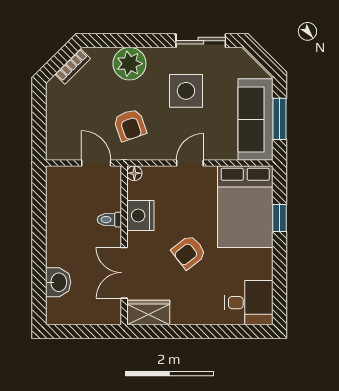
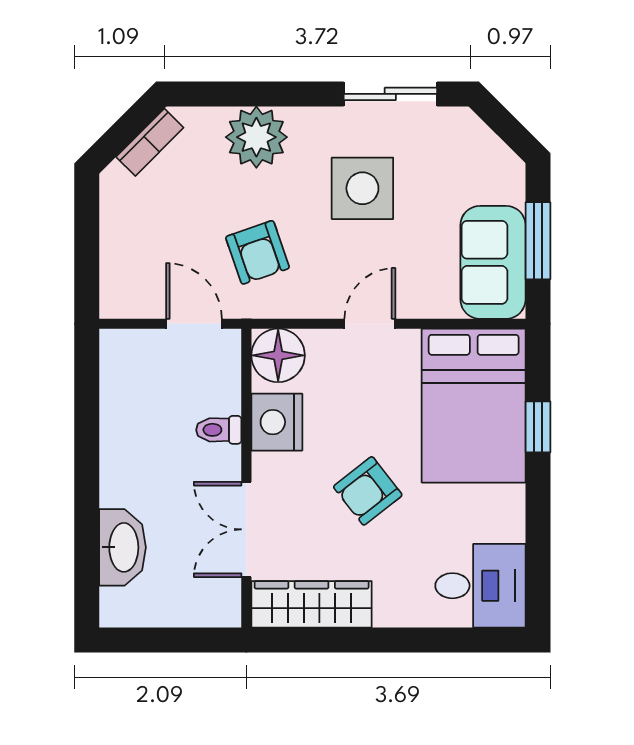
sofa: (255, 119) -> (493, 262), width x0.73
floor lamp: (134, 173) -> (278, 355), width x1.89, depth x1.89
washbasin: (58, 282) -> (122, 547), width x1.38
wardrobe: (148, 313) -> (312, 604), width x1.50

